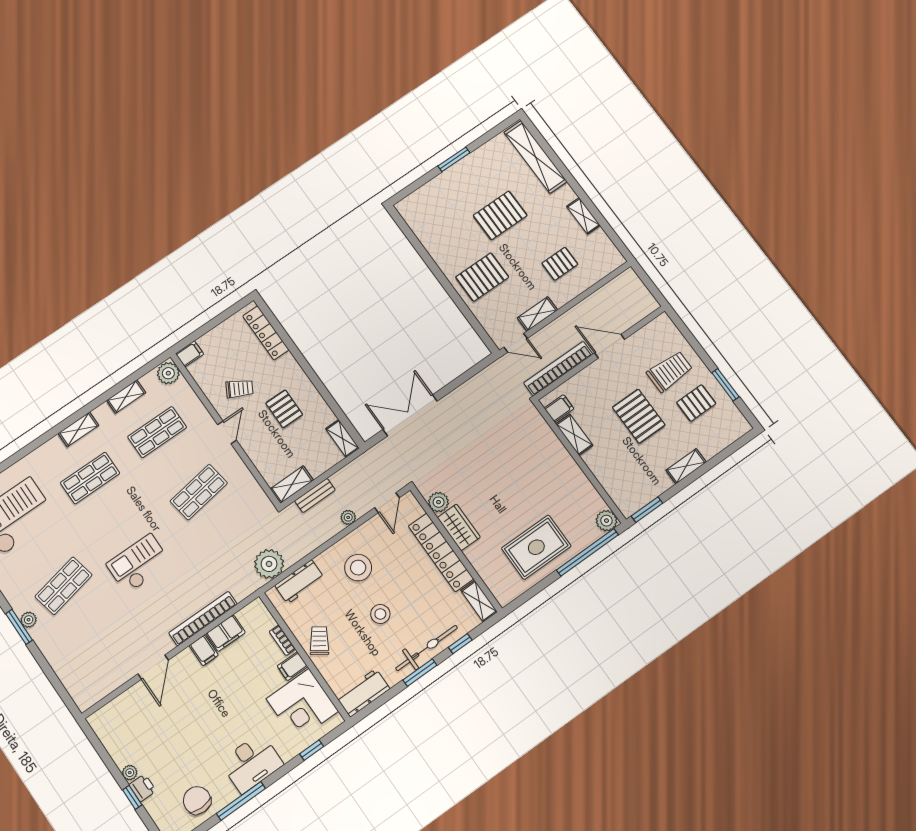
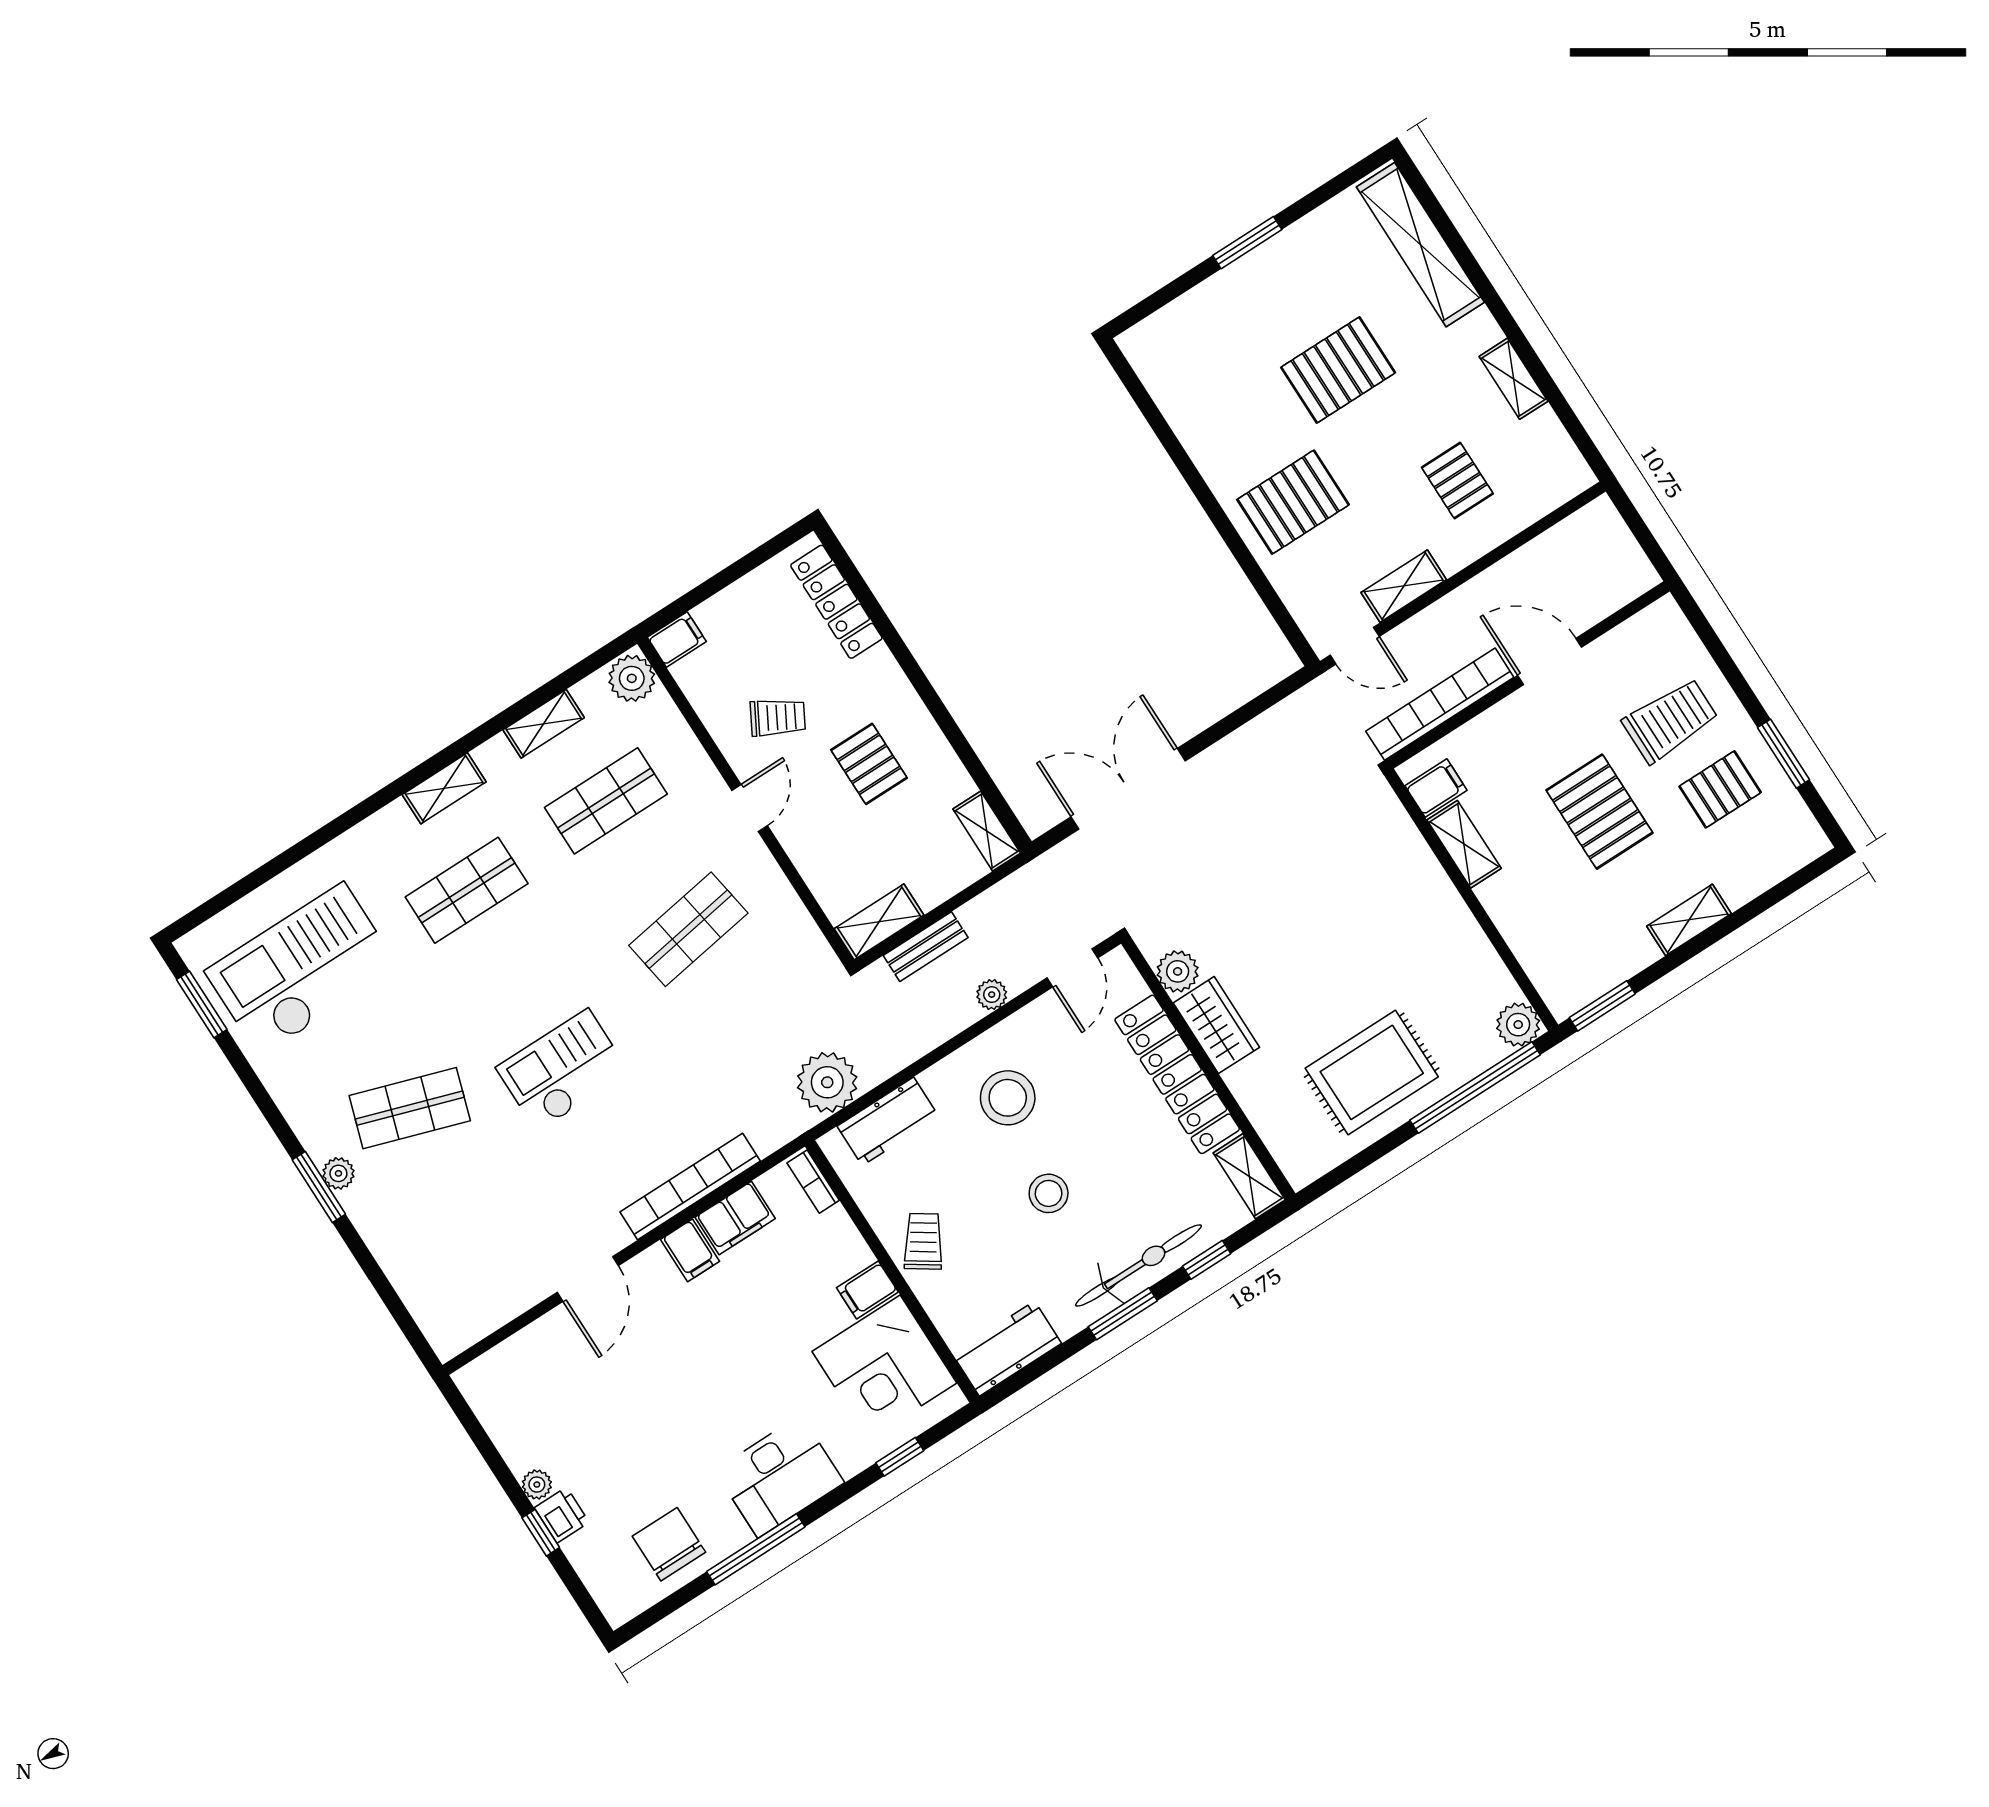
pallet: (560, 264) -> (1457, 481), turned 90
shop shelf: (64, 586) -> (410, 1108), turned 30
bookcase: (282, 640) -> (813, 1182), moved

